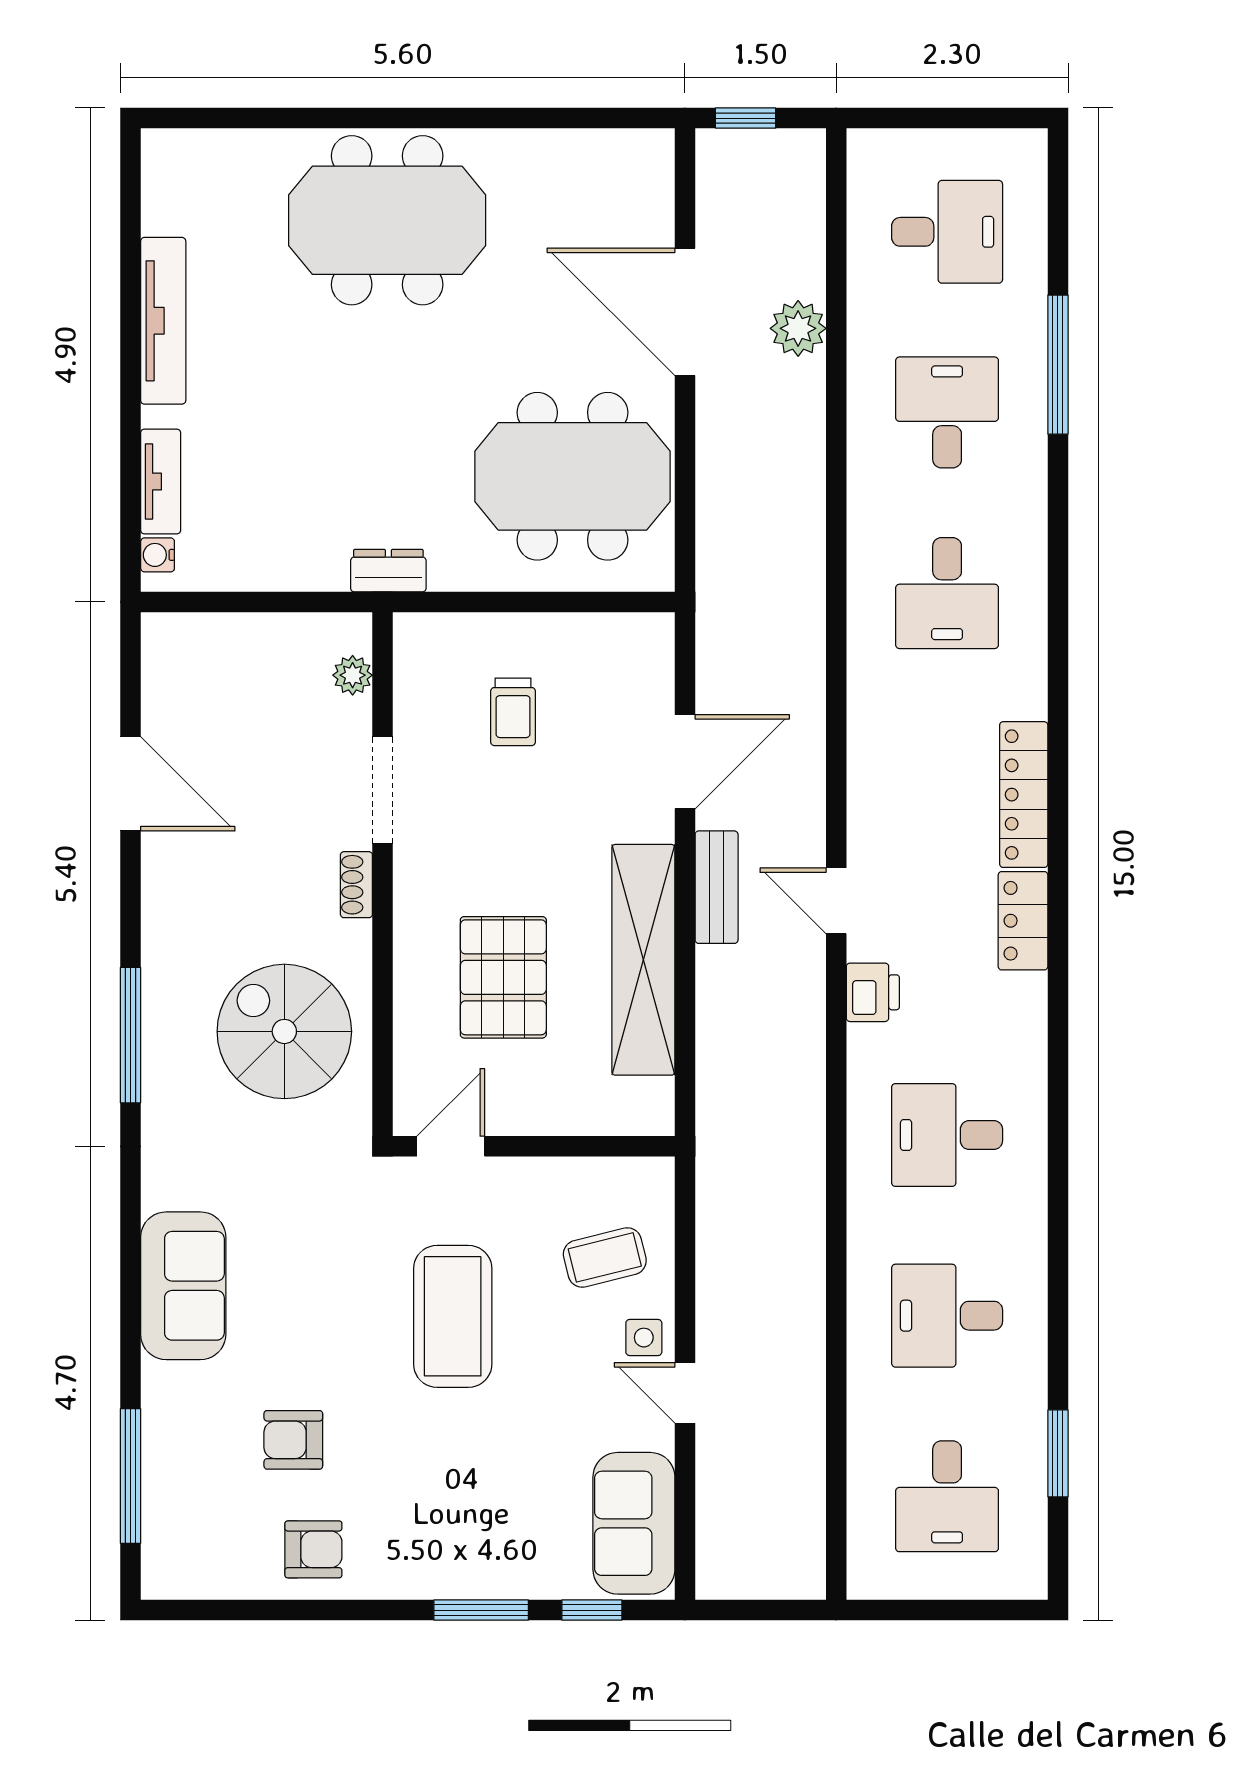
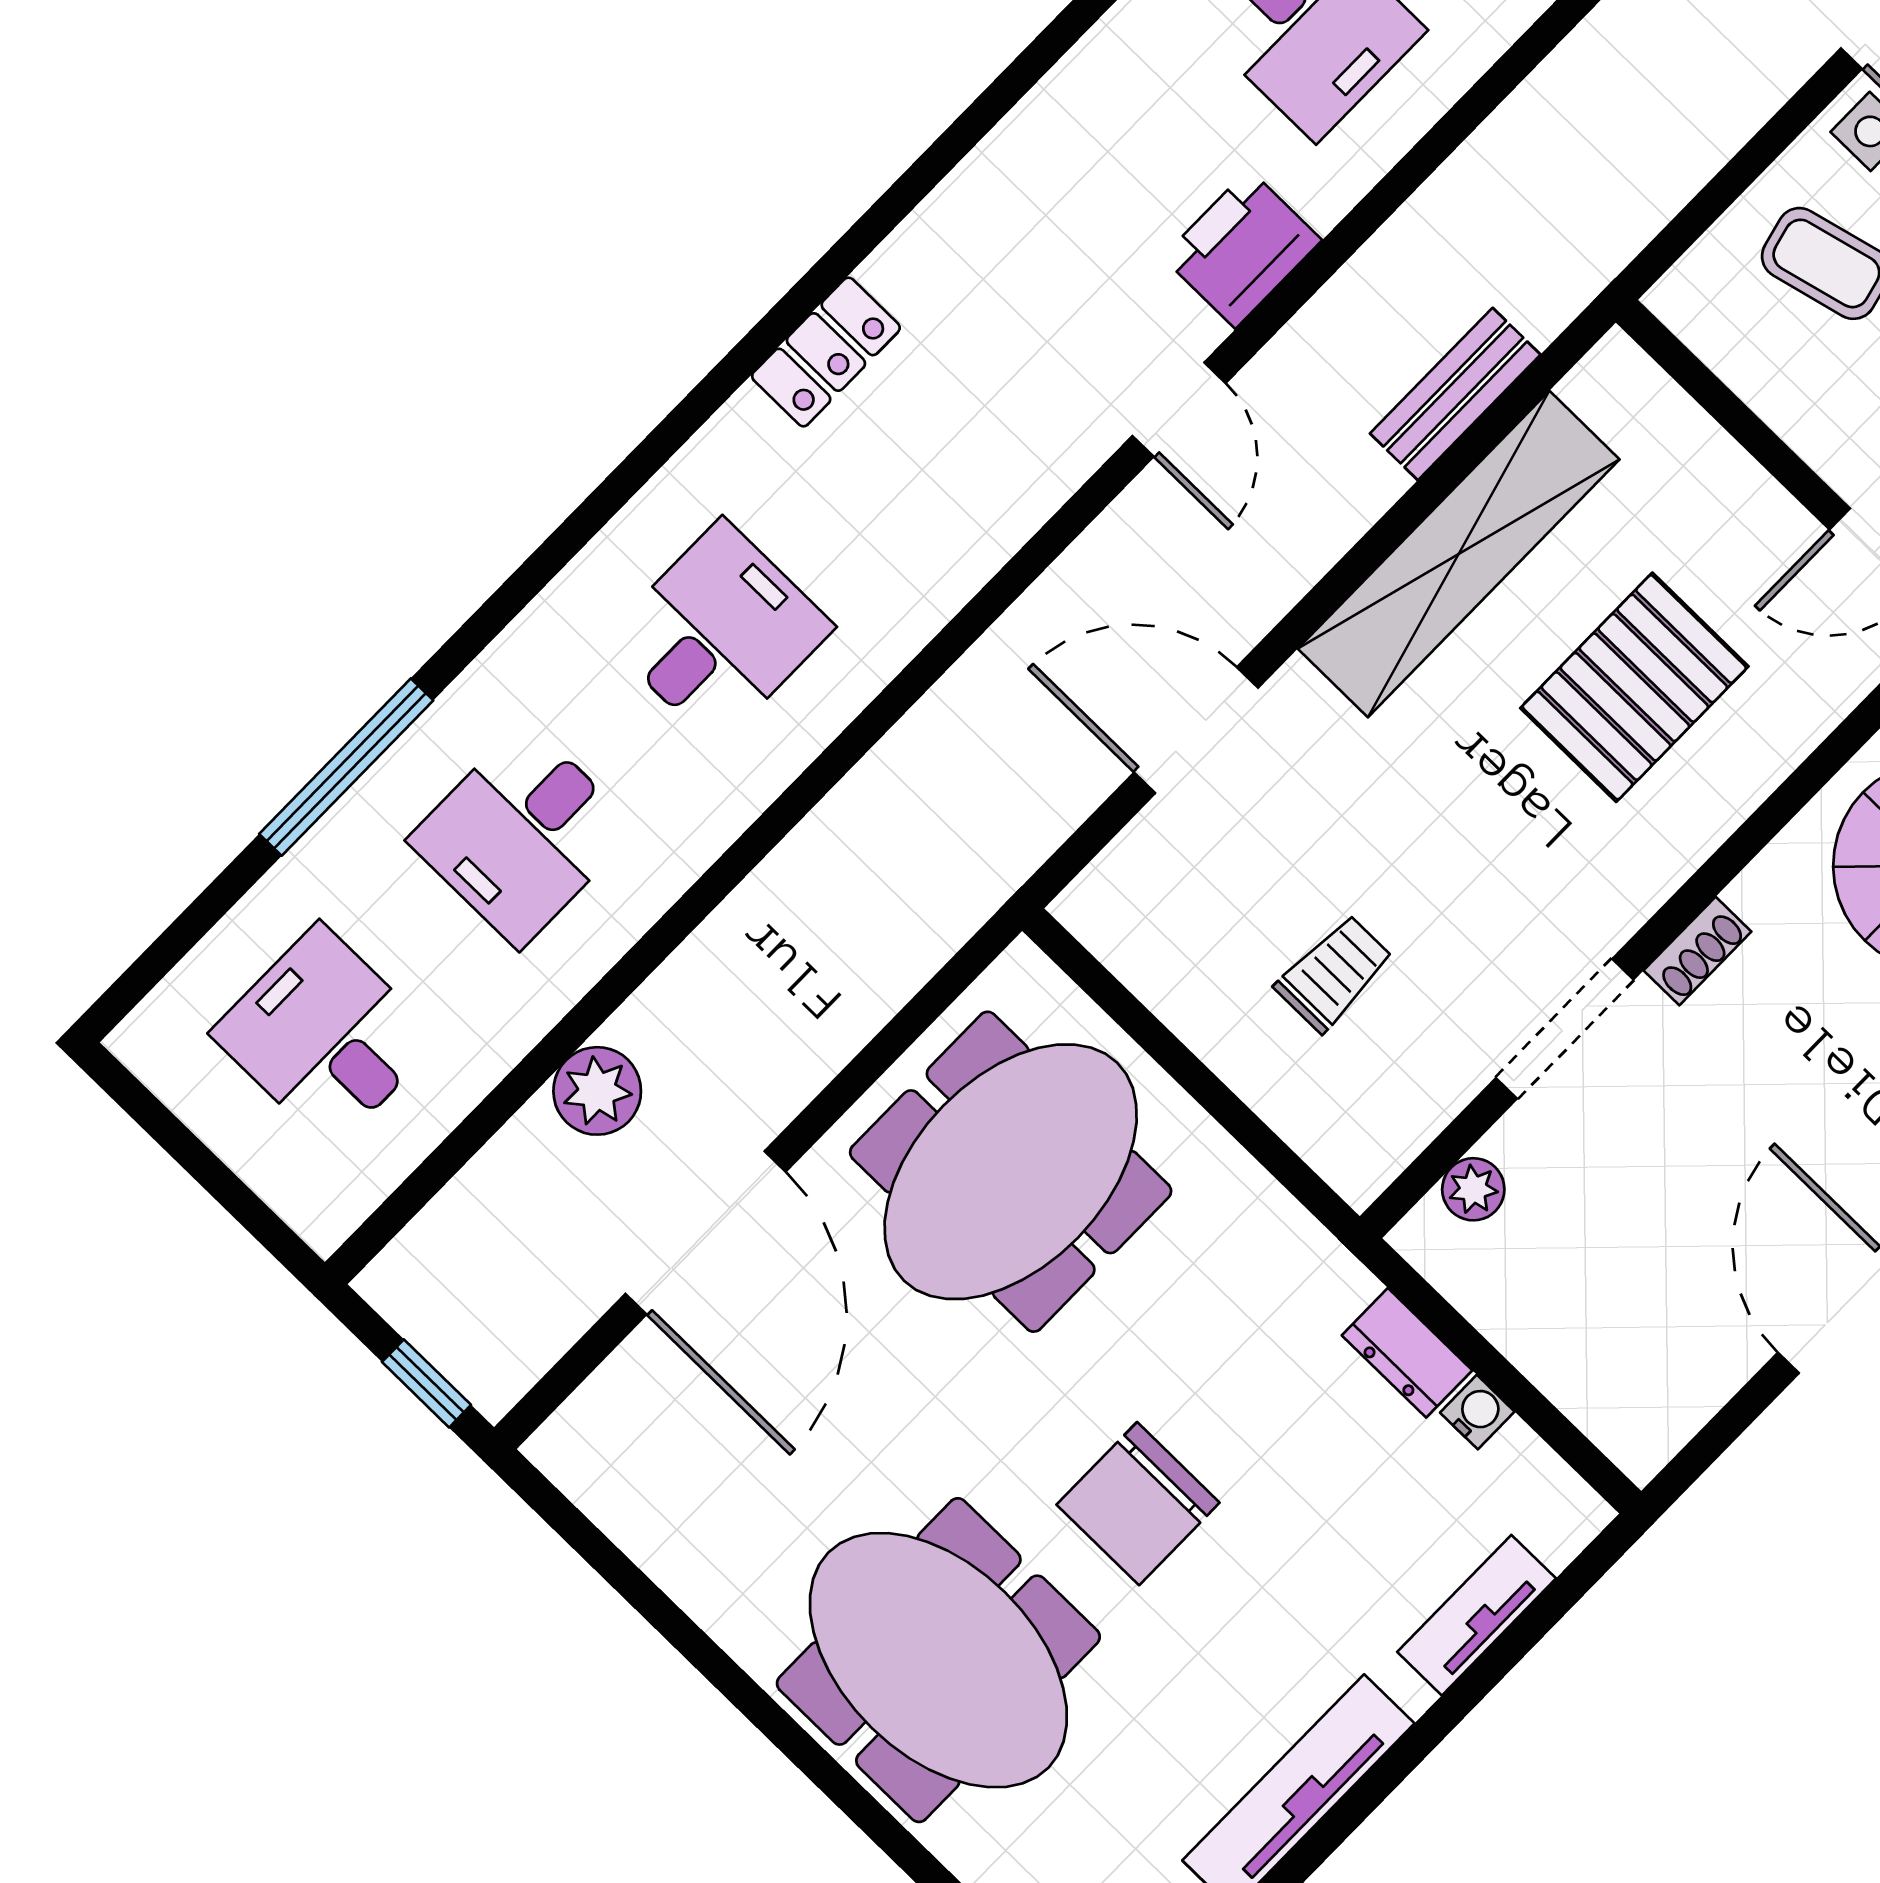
chair: (366, 381) -> (1138, 1504), added
meeting table: (572, 476) -> (1011, 1172), turned 90
water cooler: (158, 555) -> (1477, 1412), moved, turned -90
dresser: (388, 571) -> (1407, 1353), moved
locker: (1024, 795) -> (826, 352), width x0.66
bench: (717, 887) -> (1455, 394), moved
locker: (1023, 921) -> (992, 184), removed
printer: (873, 992) -> (1242, 249), width x1.36, depth x1.24

